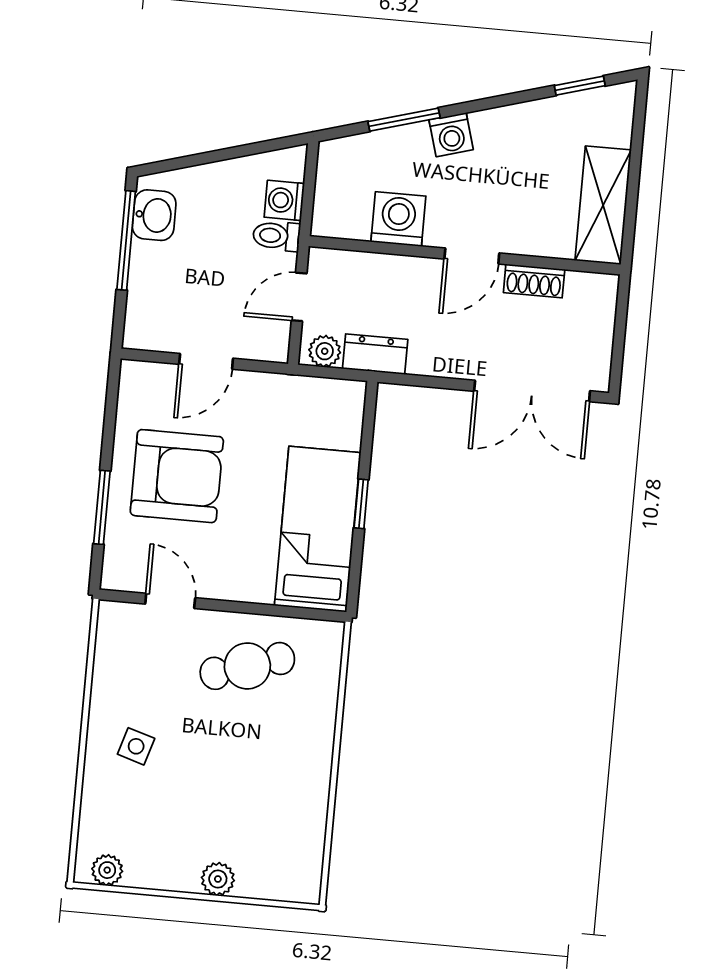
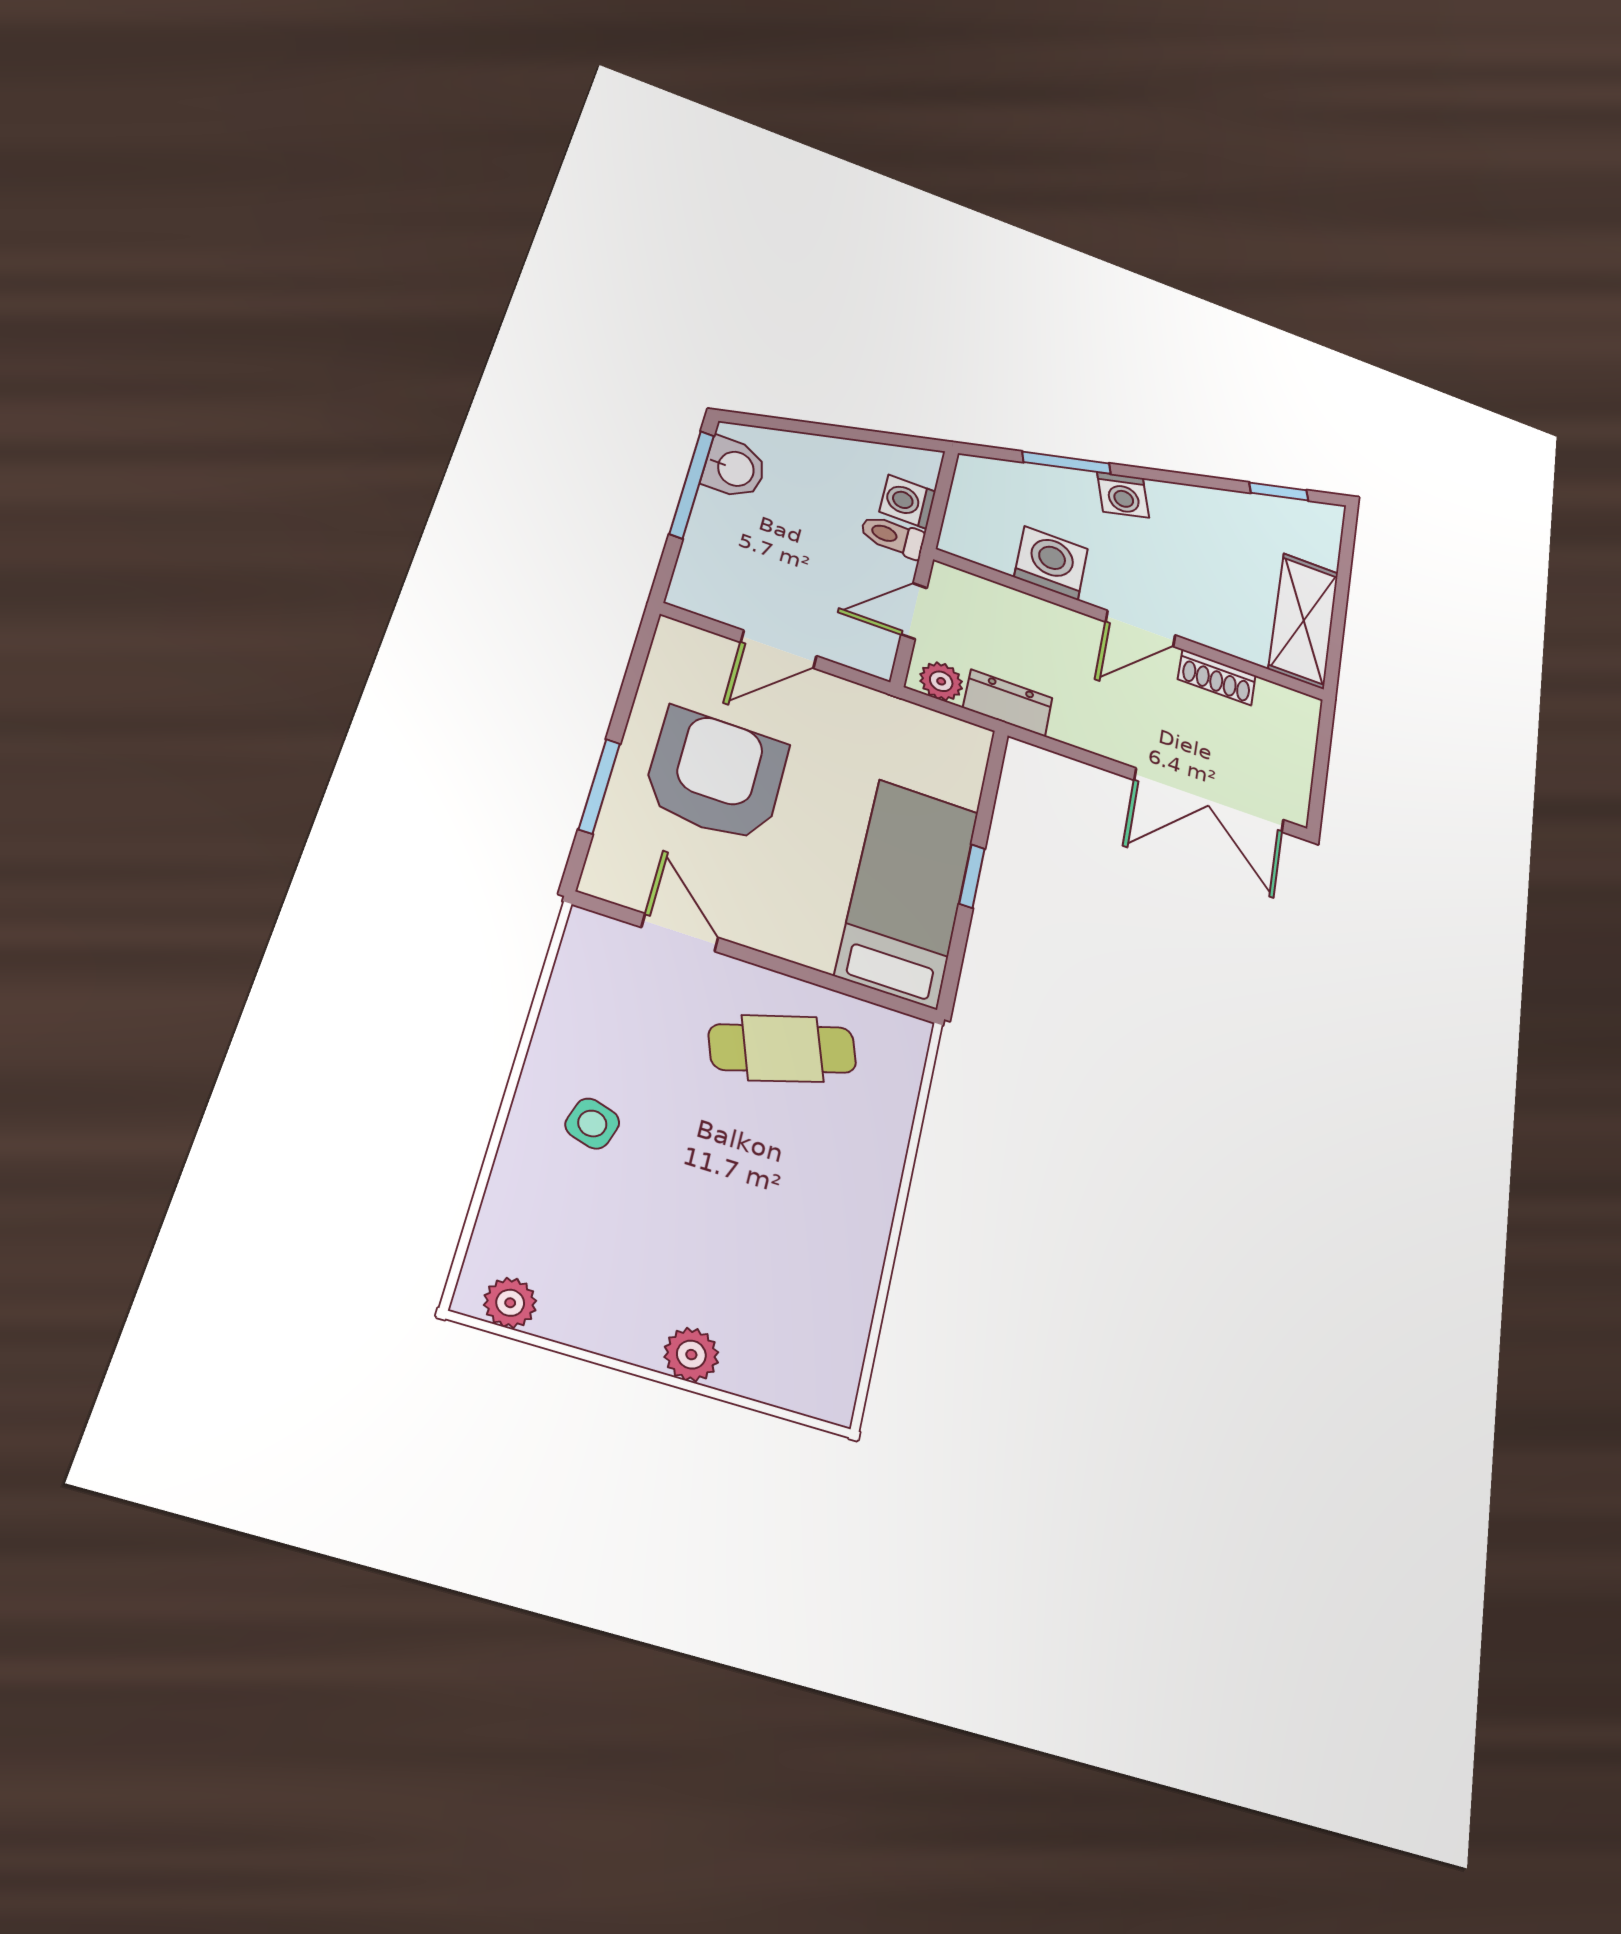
armchair: (177, 476) -> (716, 775), turned -90

